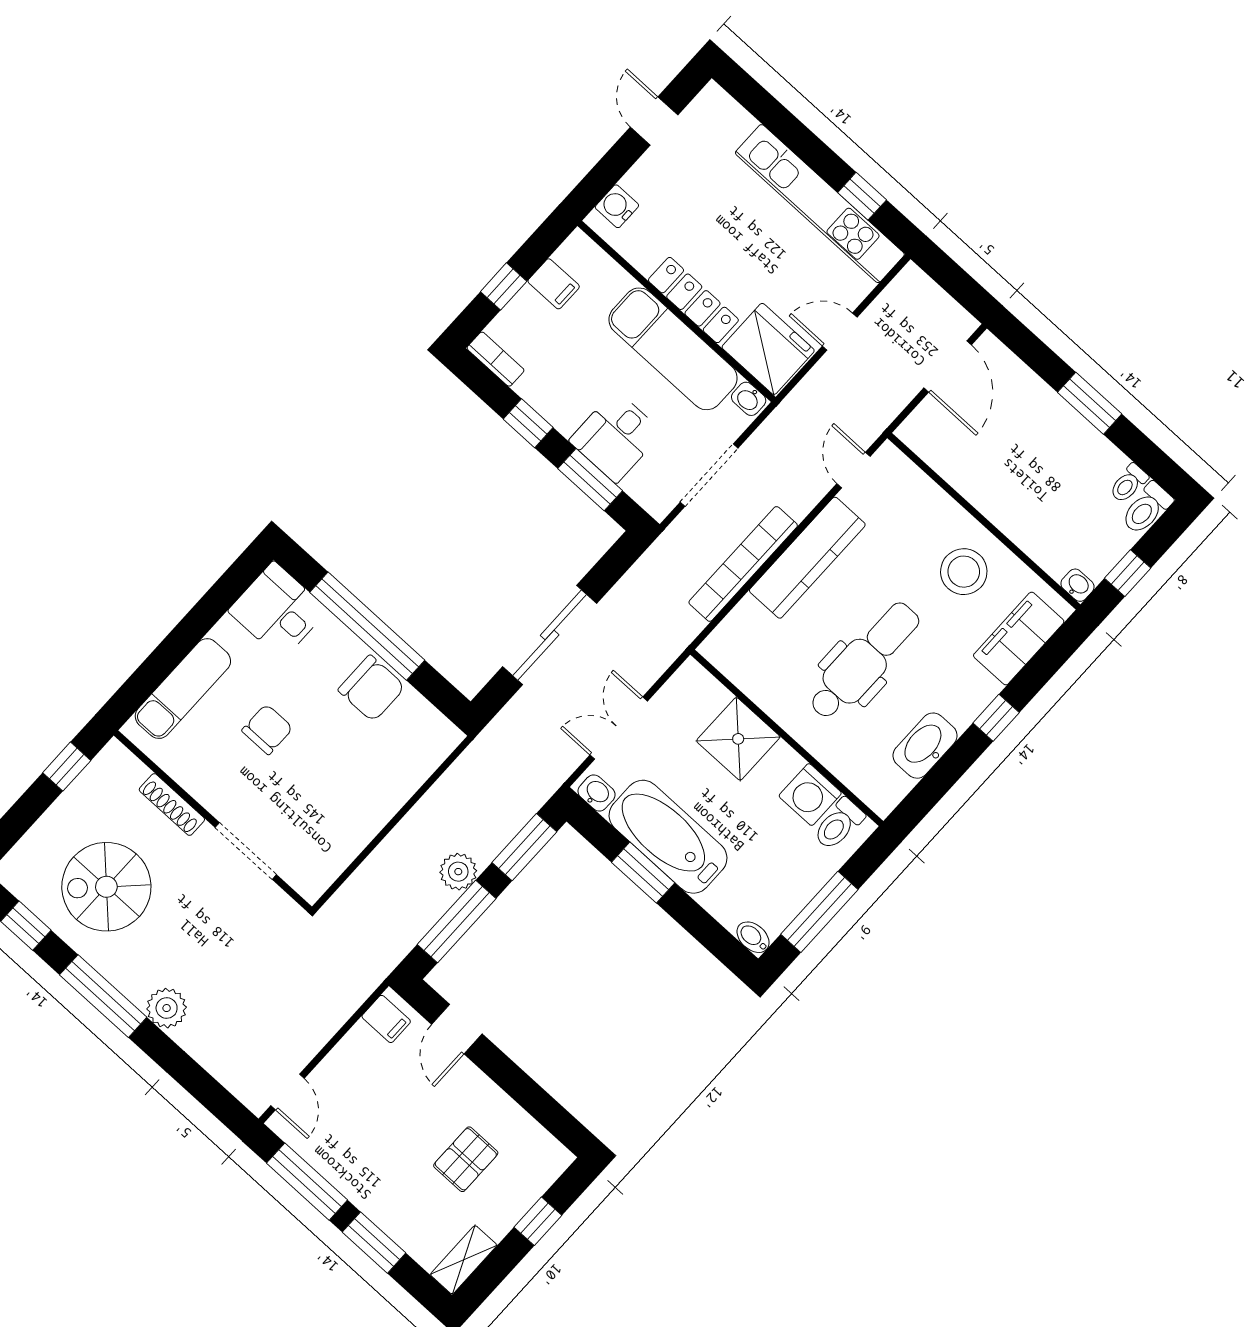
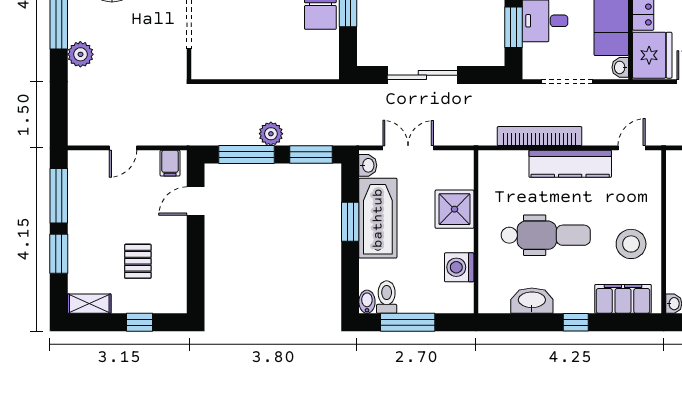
toilet: (839, 824) -> (387, 297), moved, turned 90
door: (288, 1092) -> (123, 148), moved
pallet: (466, 1159) -> (138, 261), turned 90

